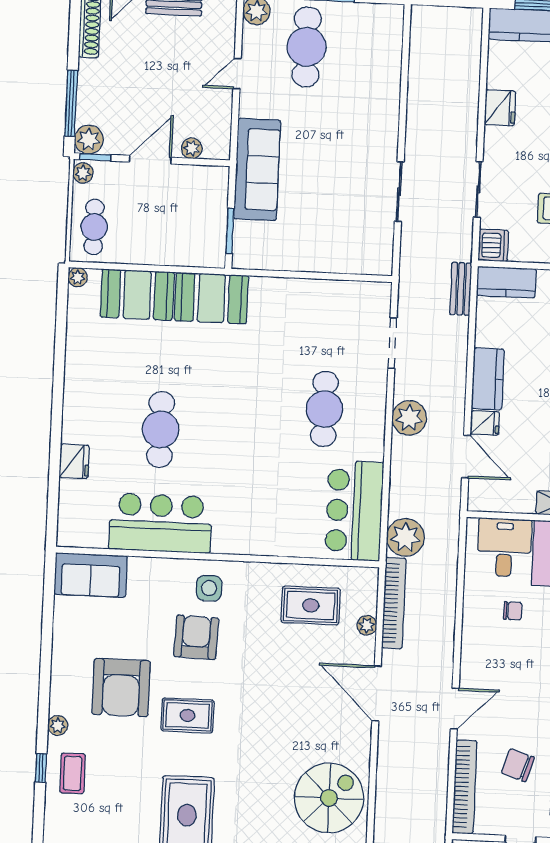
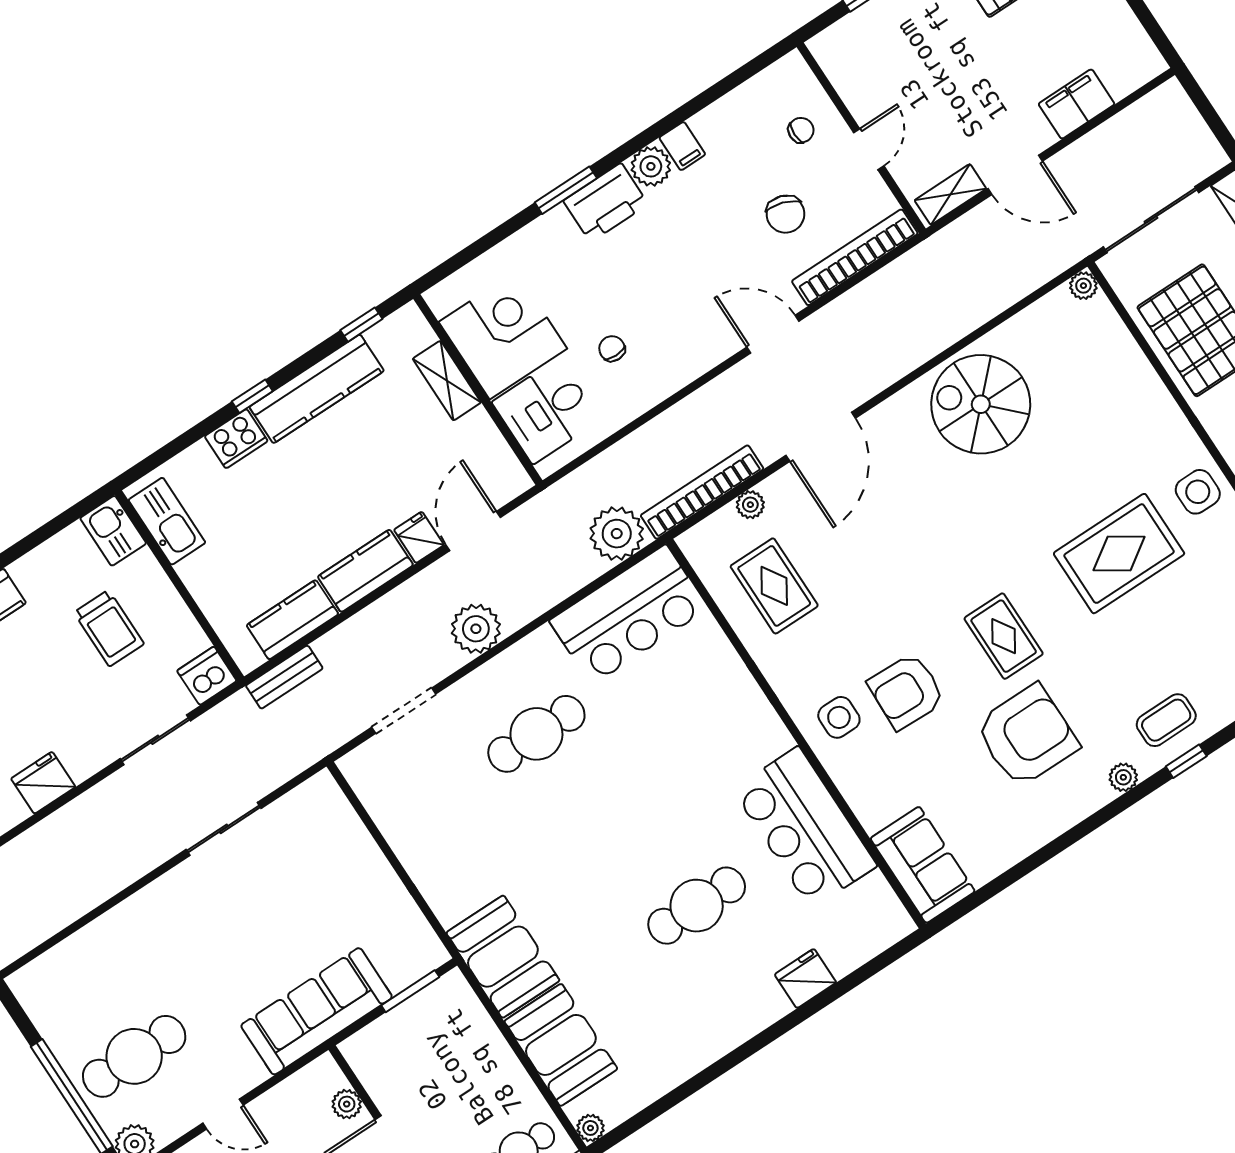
kitchen counter: (506, 282) -> (292, 620), moved, turned -90

